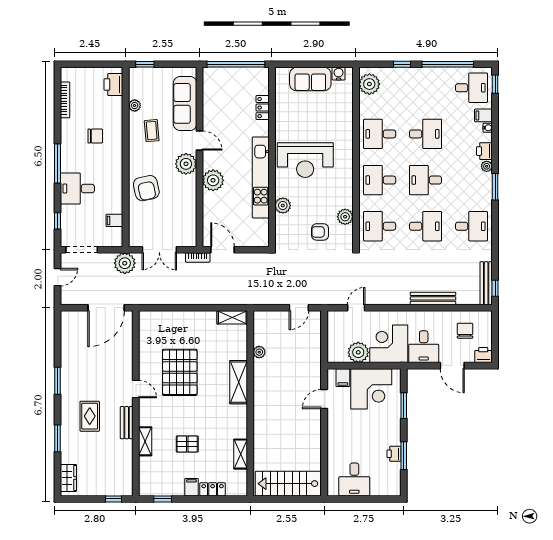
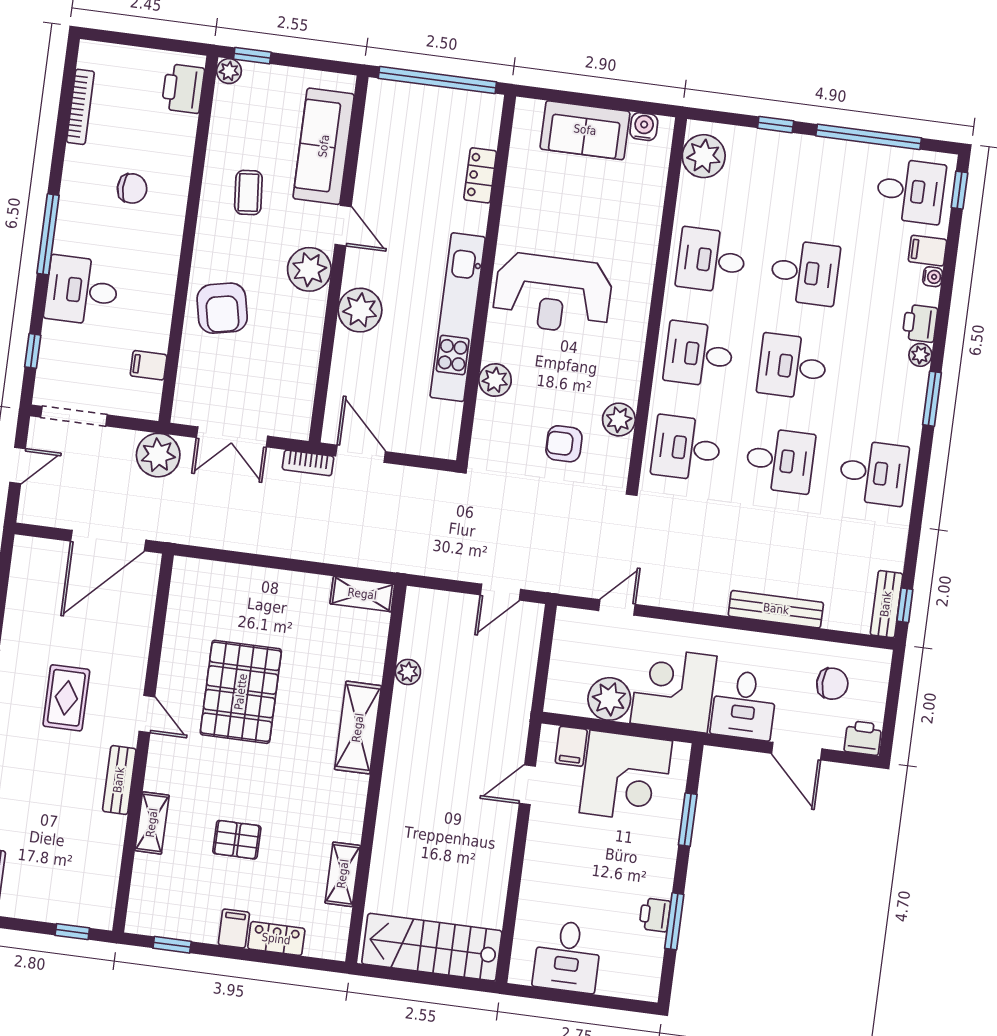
plant: (135, 106) -> (229, 71), moved
bench: (486, 283) -> (886, 604), width x0.73
chair: (465, 331) -> (832, 684), turned 90
rug: (90, 416) -> (66, 698), moved

